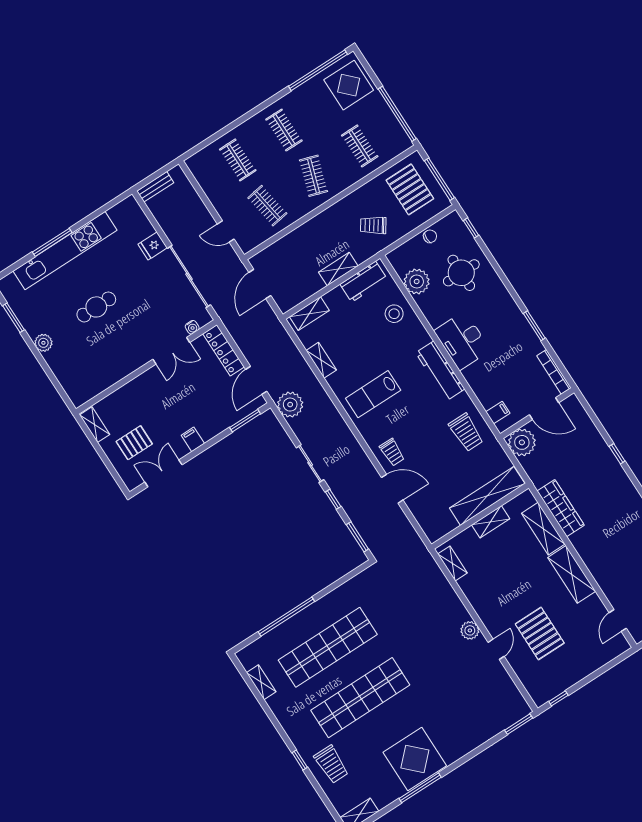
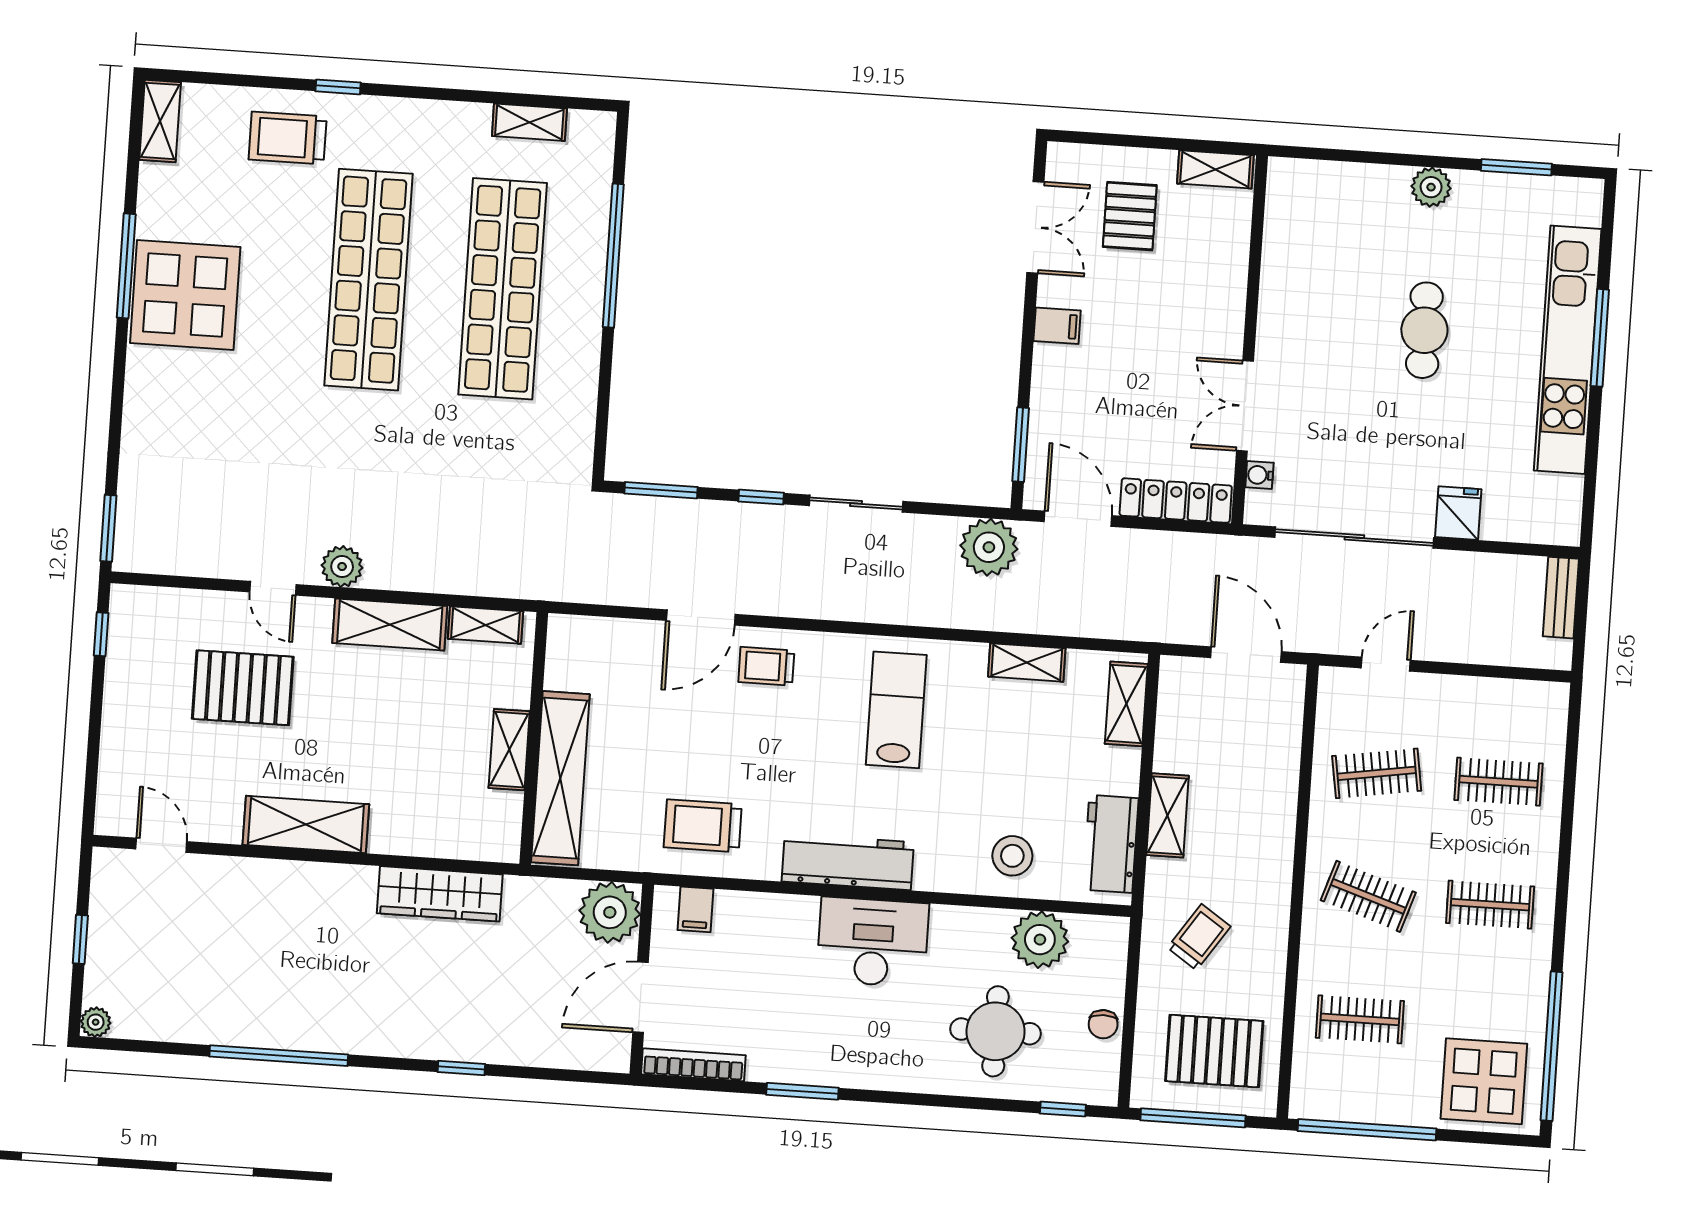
shelving: (543, 529) -> (390, 625), moved

